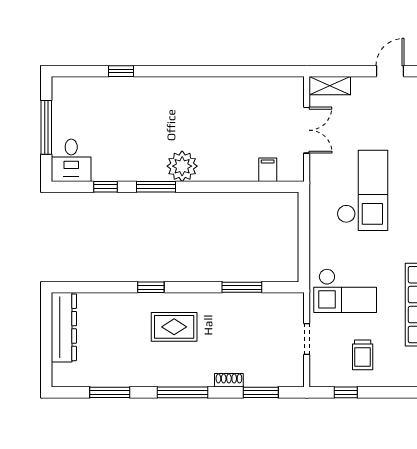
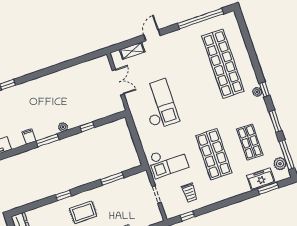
shelving: (330, 86) -> (132, 51), moved
plant: (182, 166) -> (63, 127), width x0.53, depth x0.53
filing cabinet: (268, 170) -> (29, 136), moved
window: (106, 187) -> (87, 127), moved

